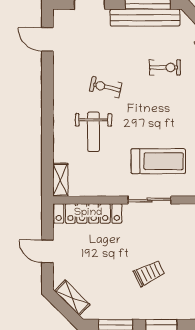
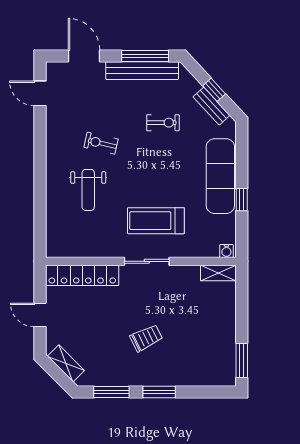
treadmill: (158, 161) -> (156, 221), turned 180
shelving: (60, 180) -> (54, 240), removed

